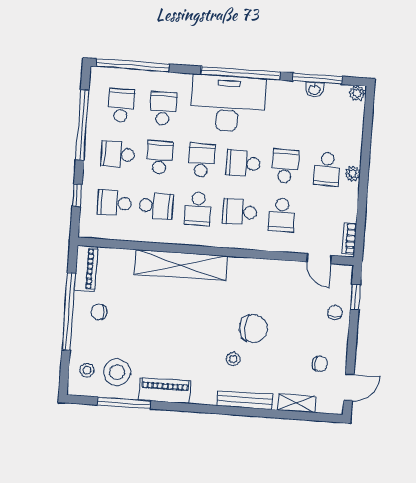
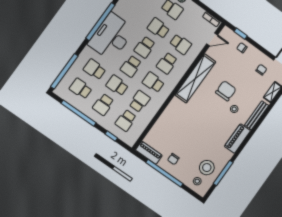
school desk: (201, 160) -> (131, 66), turned -90
school desk: (198, 209) -> (153, 82), turned 180
shelving: (181, 265) -> (195, 78), moved
piano: (165, 391) -> (237, 139), moved

